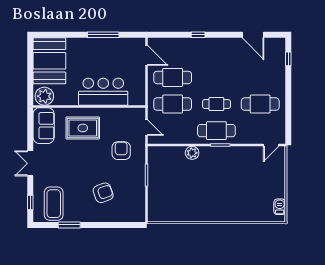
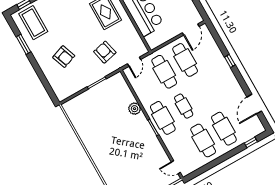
cafe table: (260, 77) -> (224, 129), added
armchair: (121, 151) -> (105, 52), turned -103
coffee table: (54, 204) -> (33, 23), turned 90

